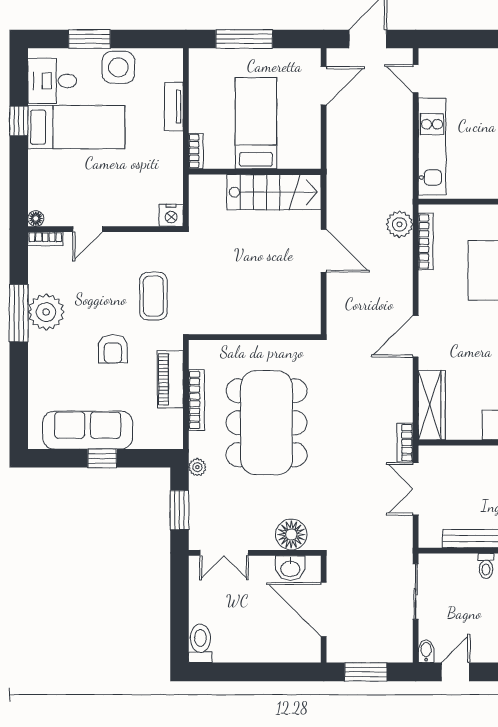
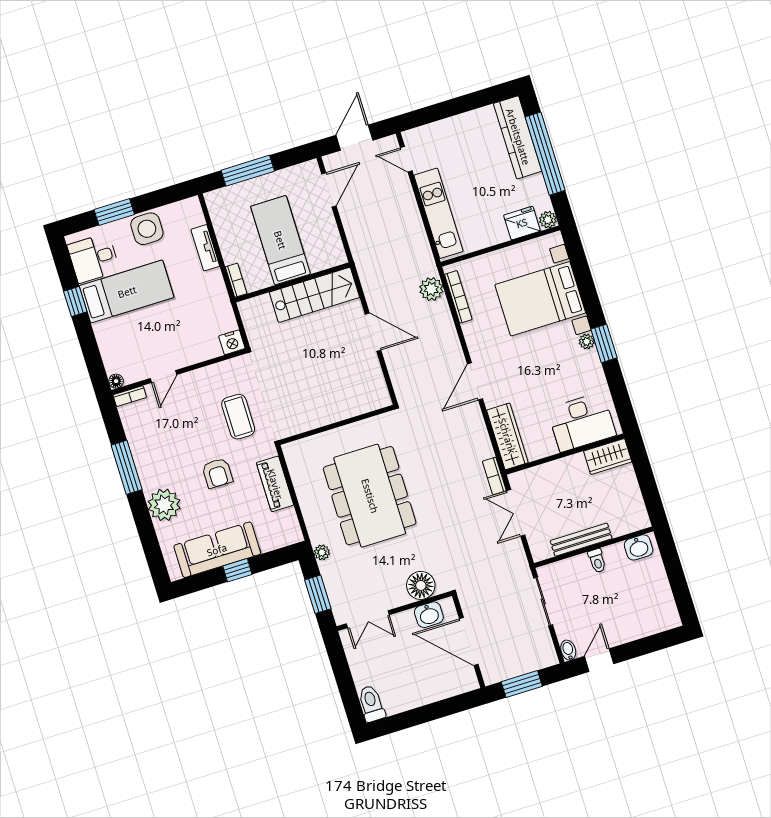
plant: (46, 312) -> (164, 505), moved
bookcase: (196, 400) -> (303, 495), removed

